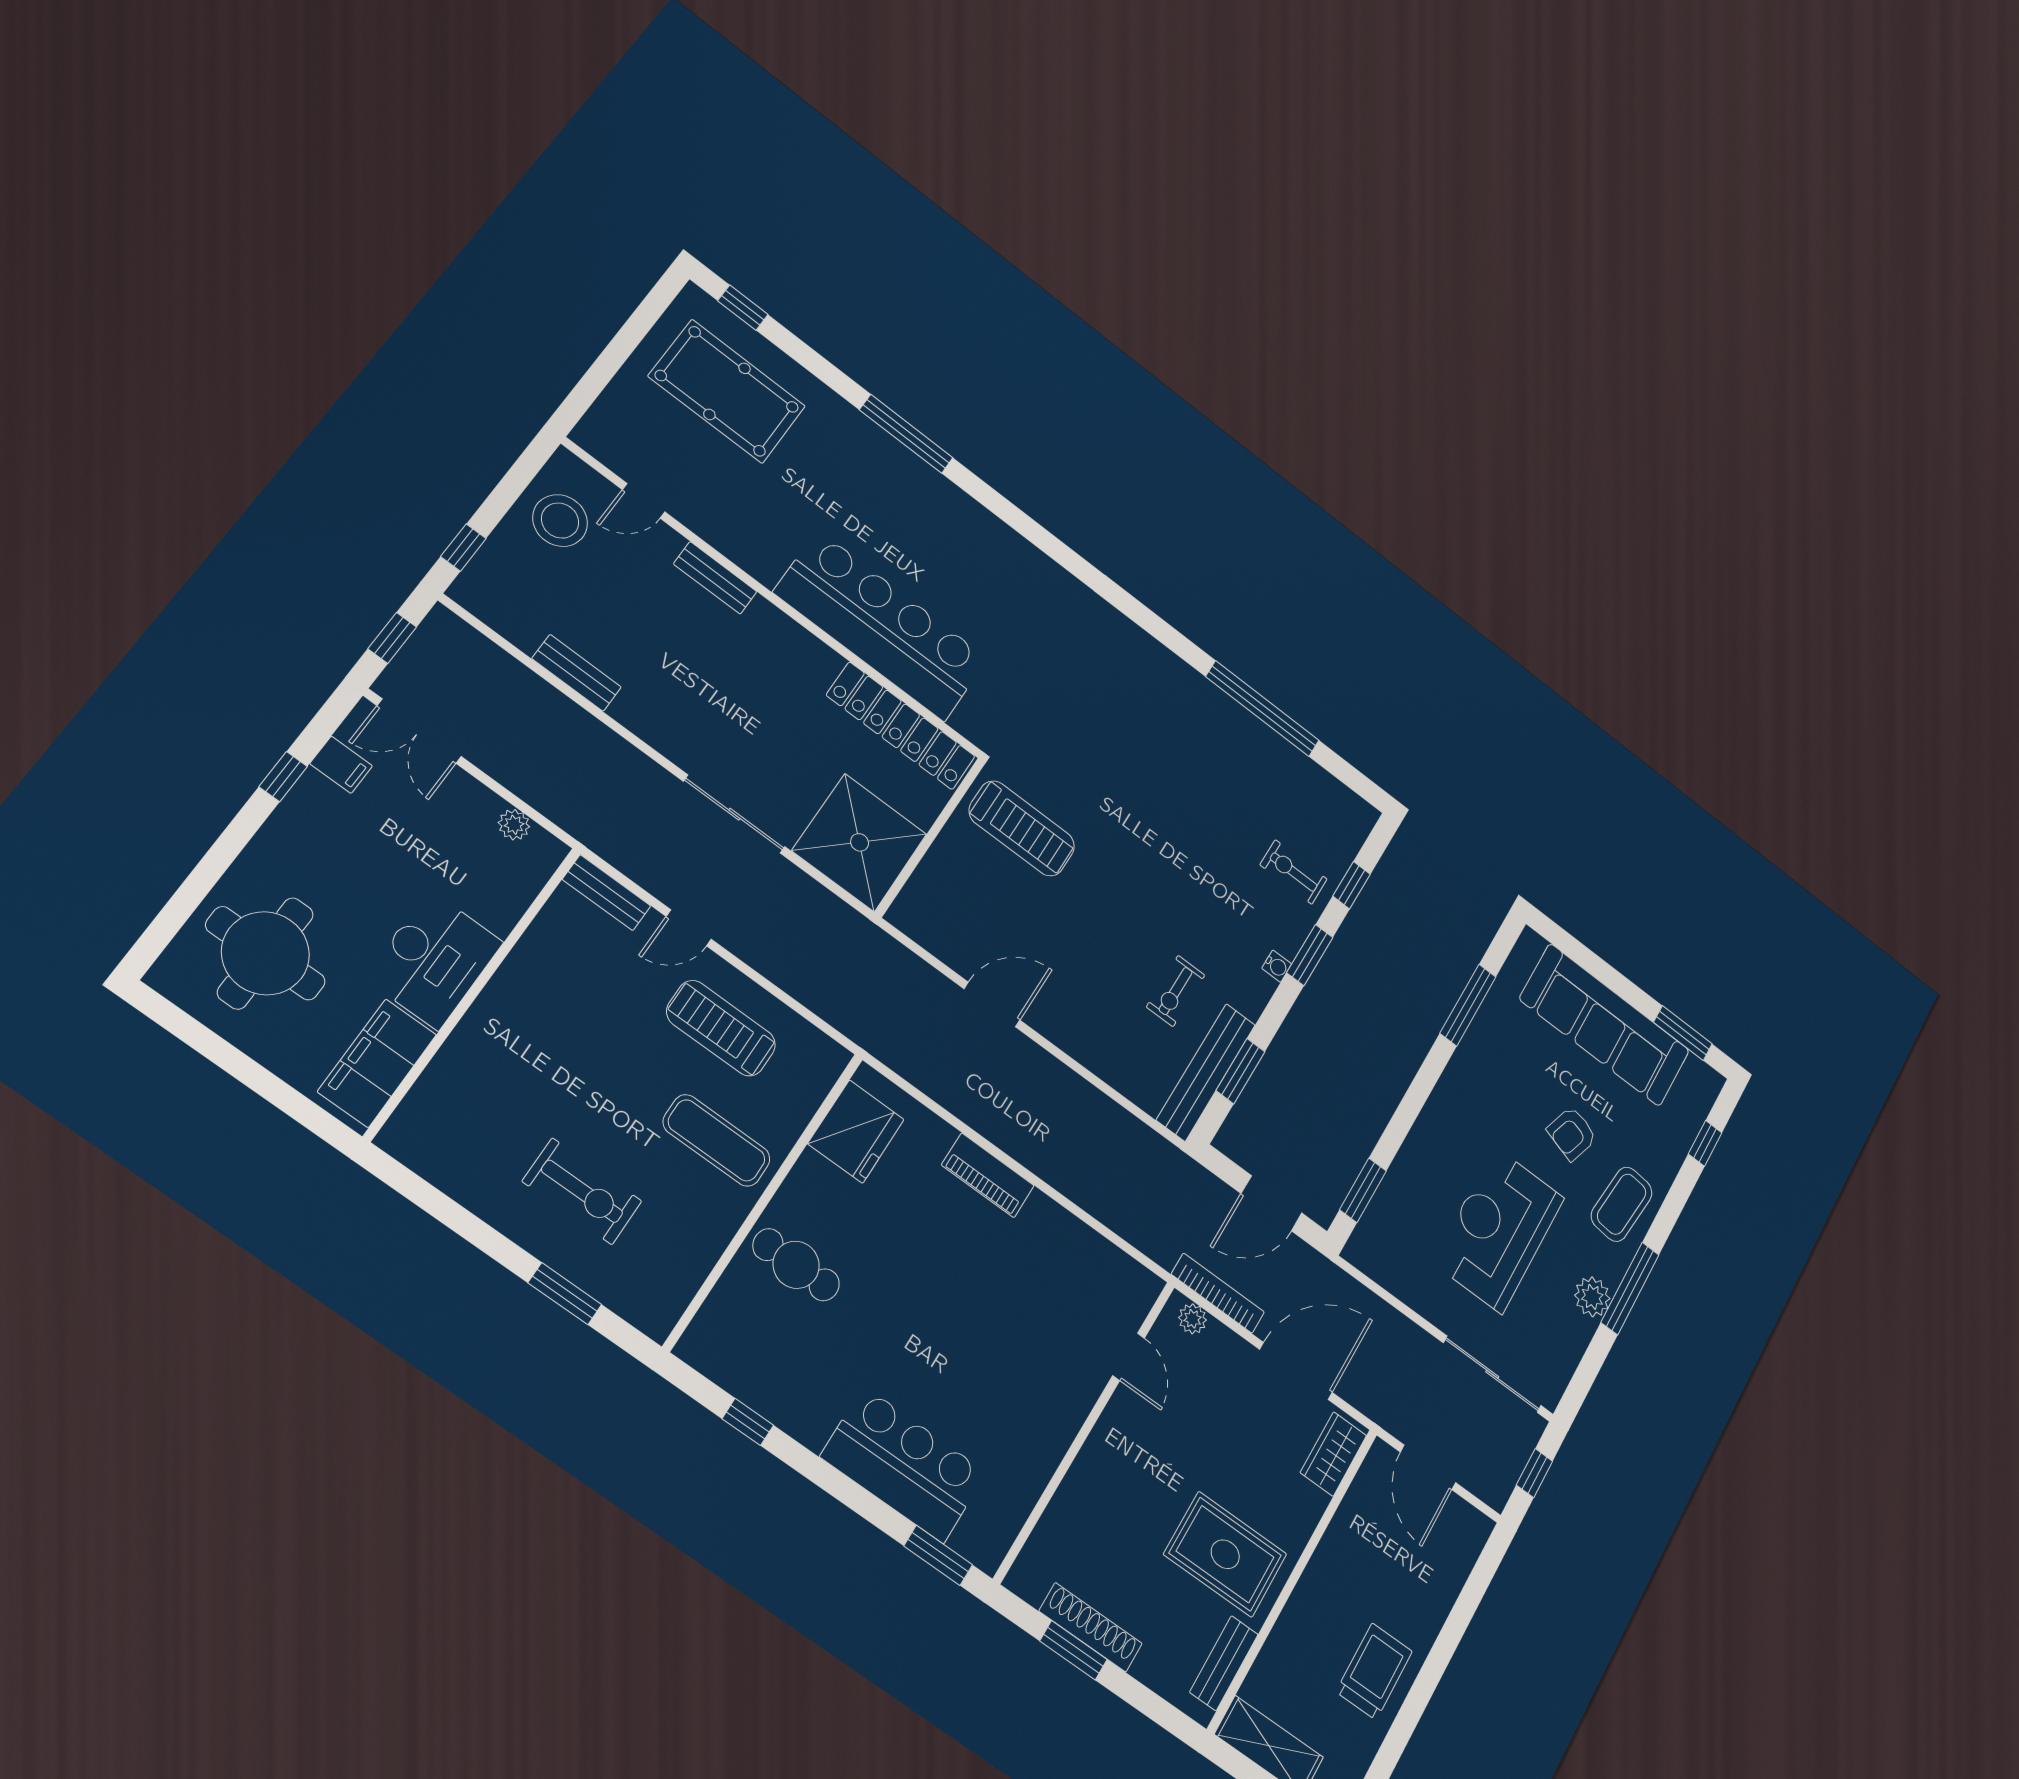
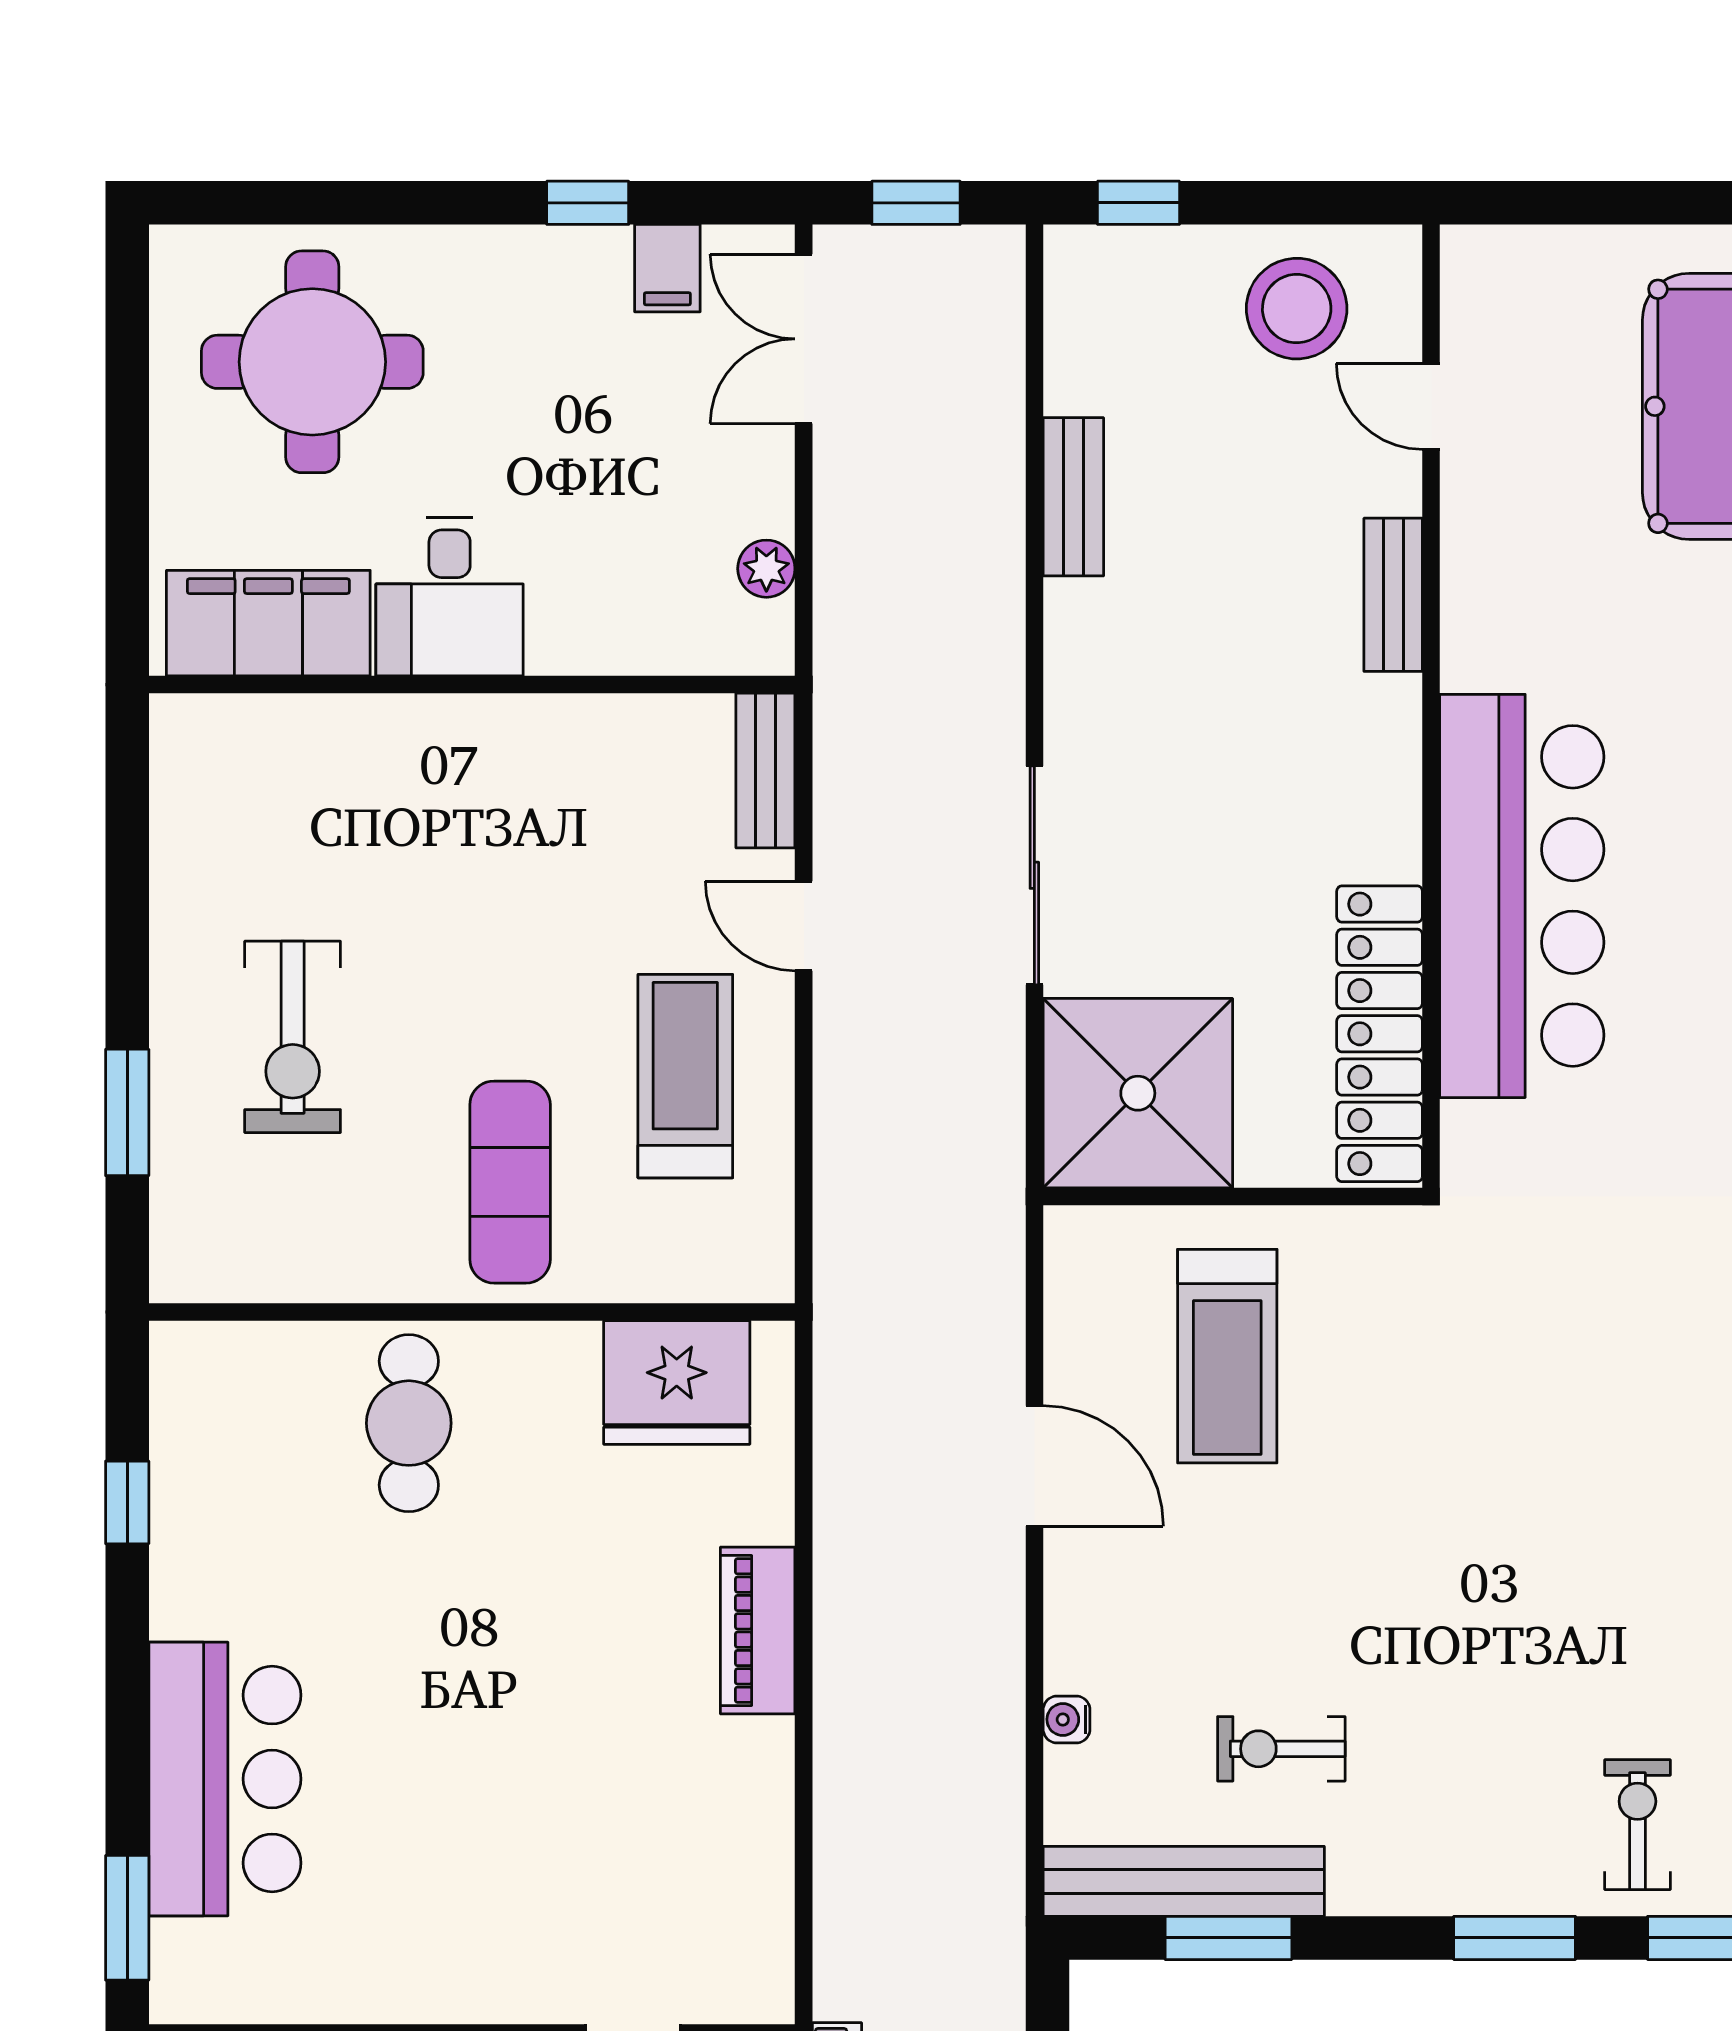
treadmill: (1022, 828) -> (1227, 1356), moved
desk: (434, 960) -> (450, 597), width x0.73
water cooler: (1277, 966) -> (1067, 1719), moved, turned 90

